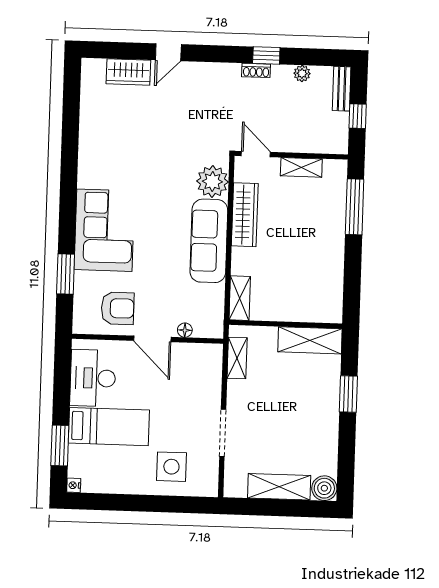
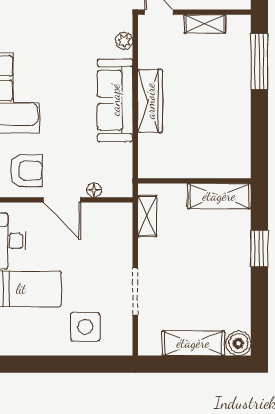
plant: (212, 181) -> (124, 41), width x0.53, depth x0.53
wardrobe: (245, 215) -> (150, 101), moved
shelving: (240, 298) -> (148, 156), removed

